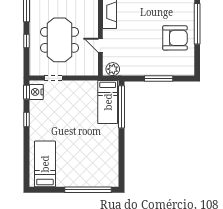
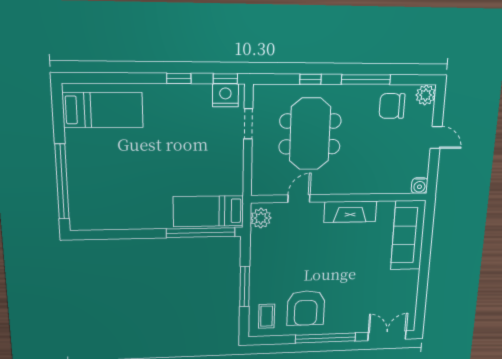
meeting table: (60, 40) -> (310, 134), turned 90
coffee table: (180, 64) -> (267, 316), added

